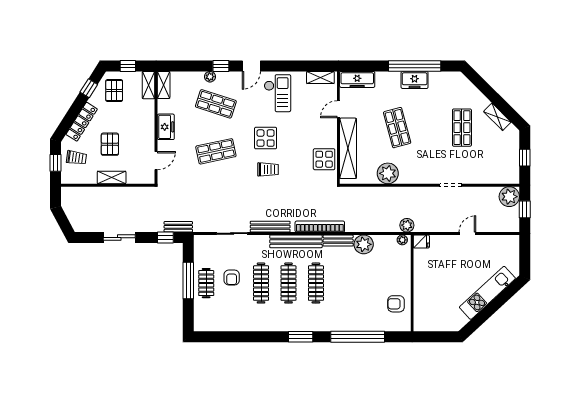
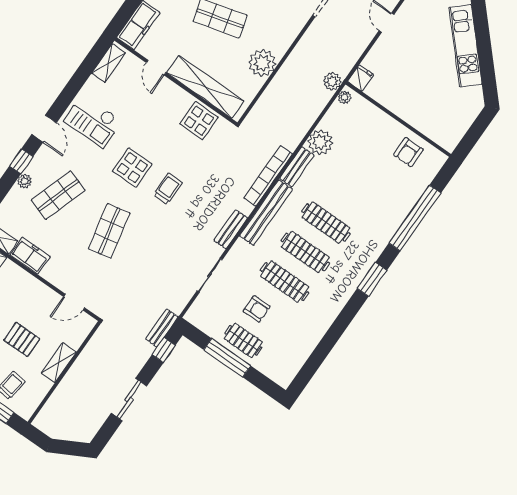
checkout: (277, 93) -> (93, 121), turned 180
freezer: (166, 127) -> (30, 256), moved
door: (156, 161) -> (74, 302), swing flipped
bench: (270, 227) -> (231, 229), width x0.73

